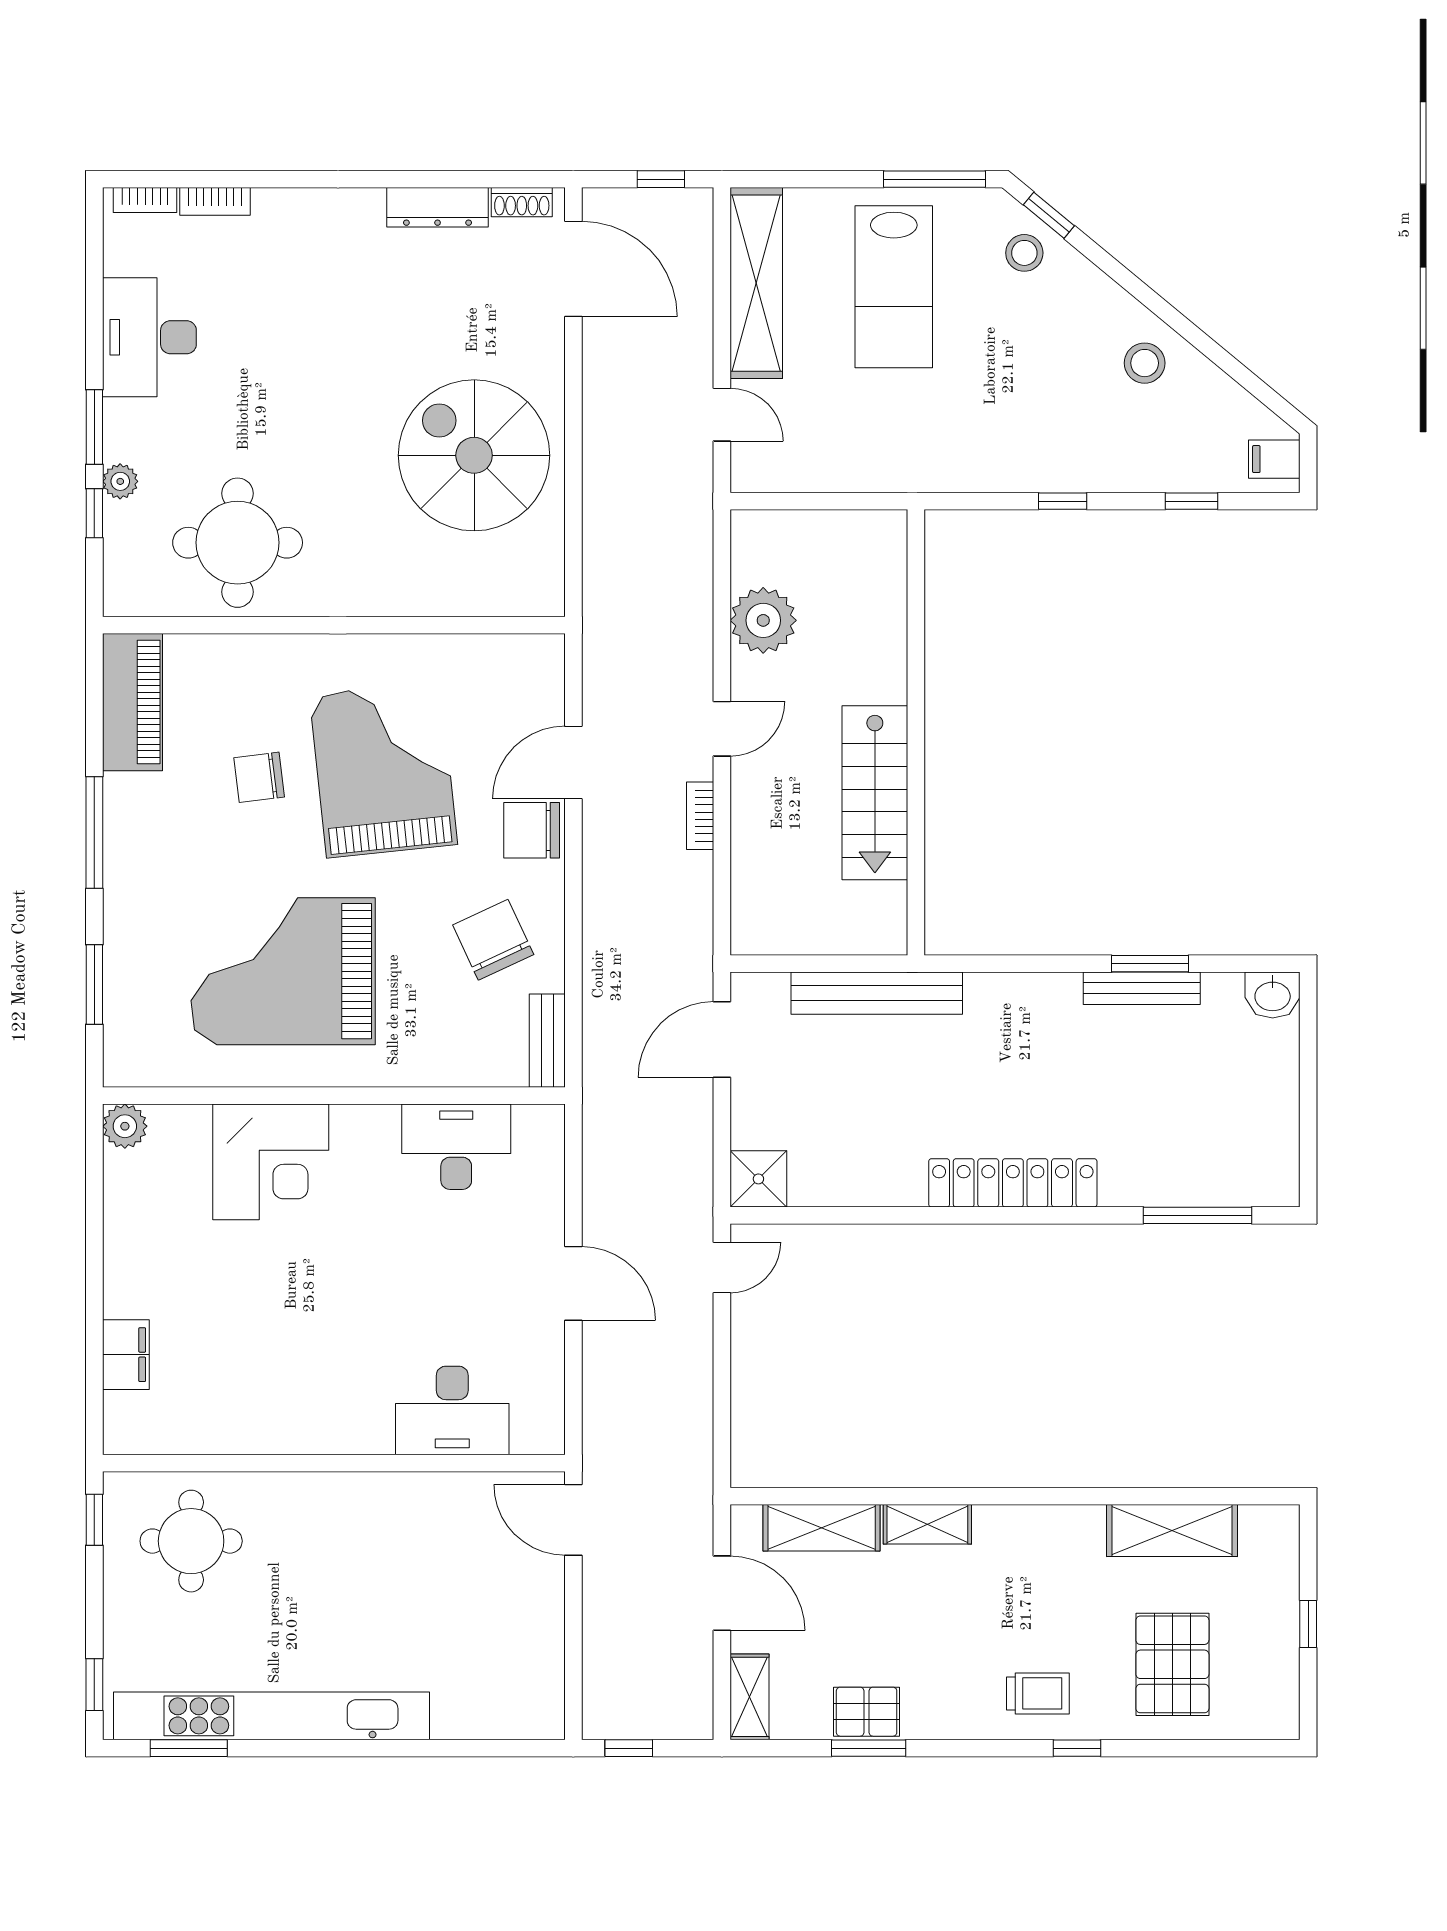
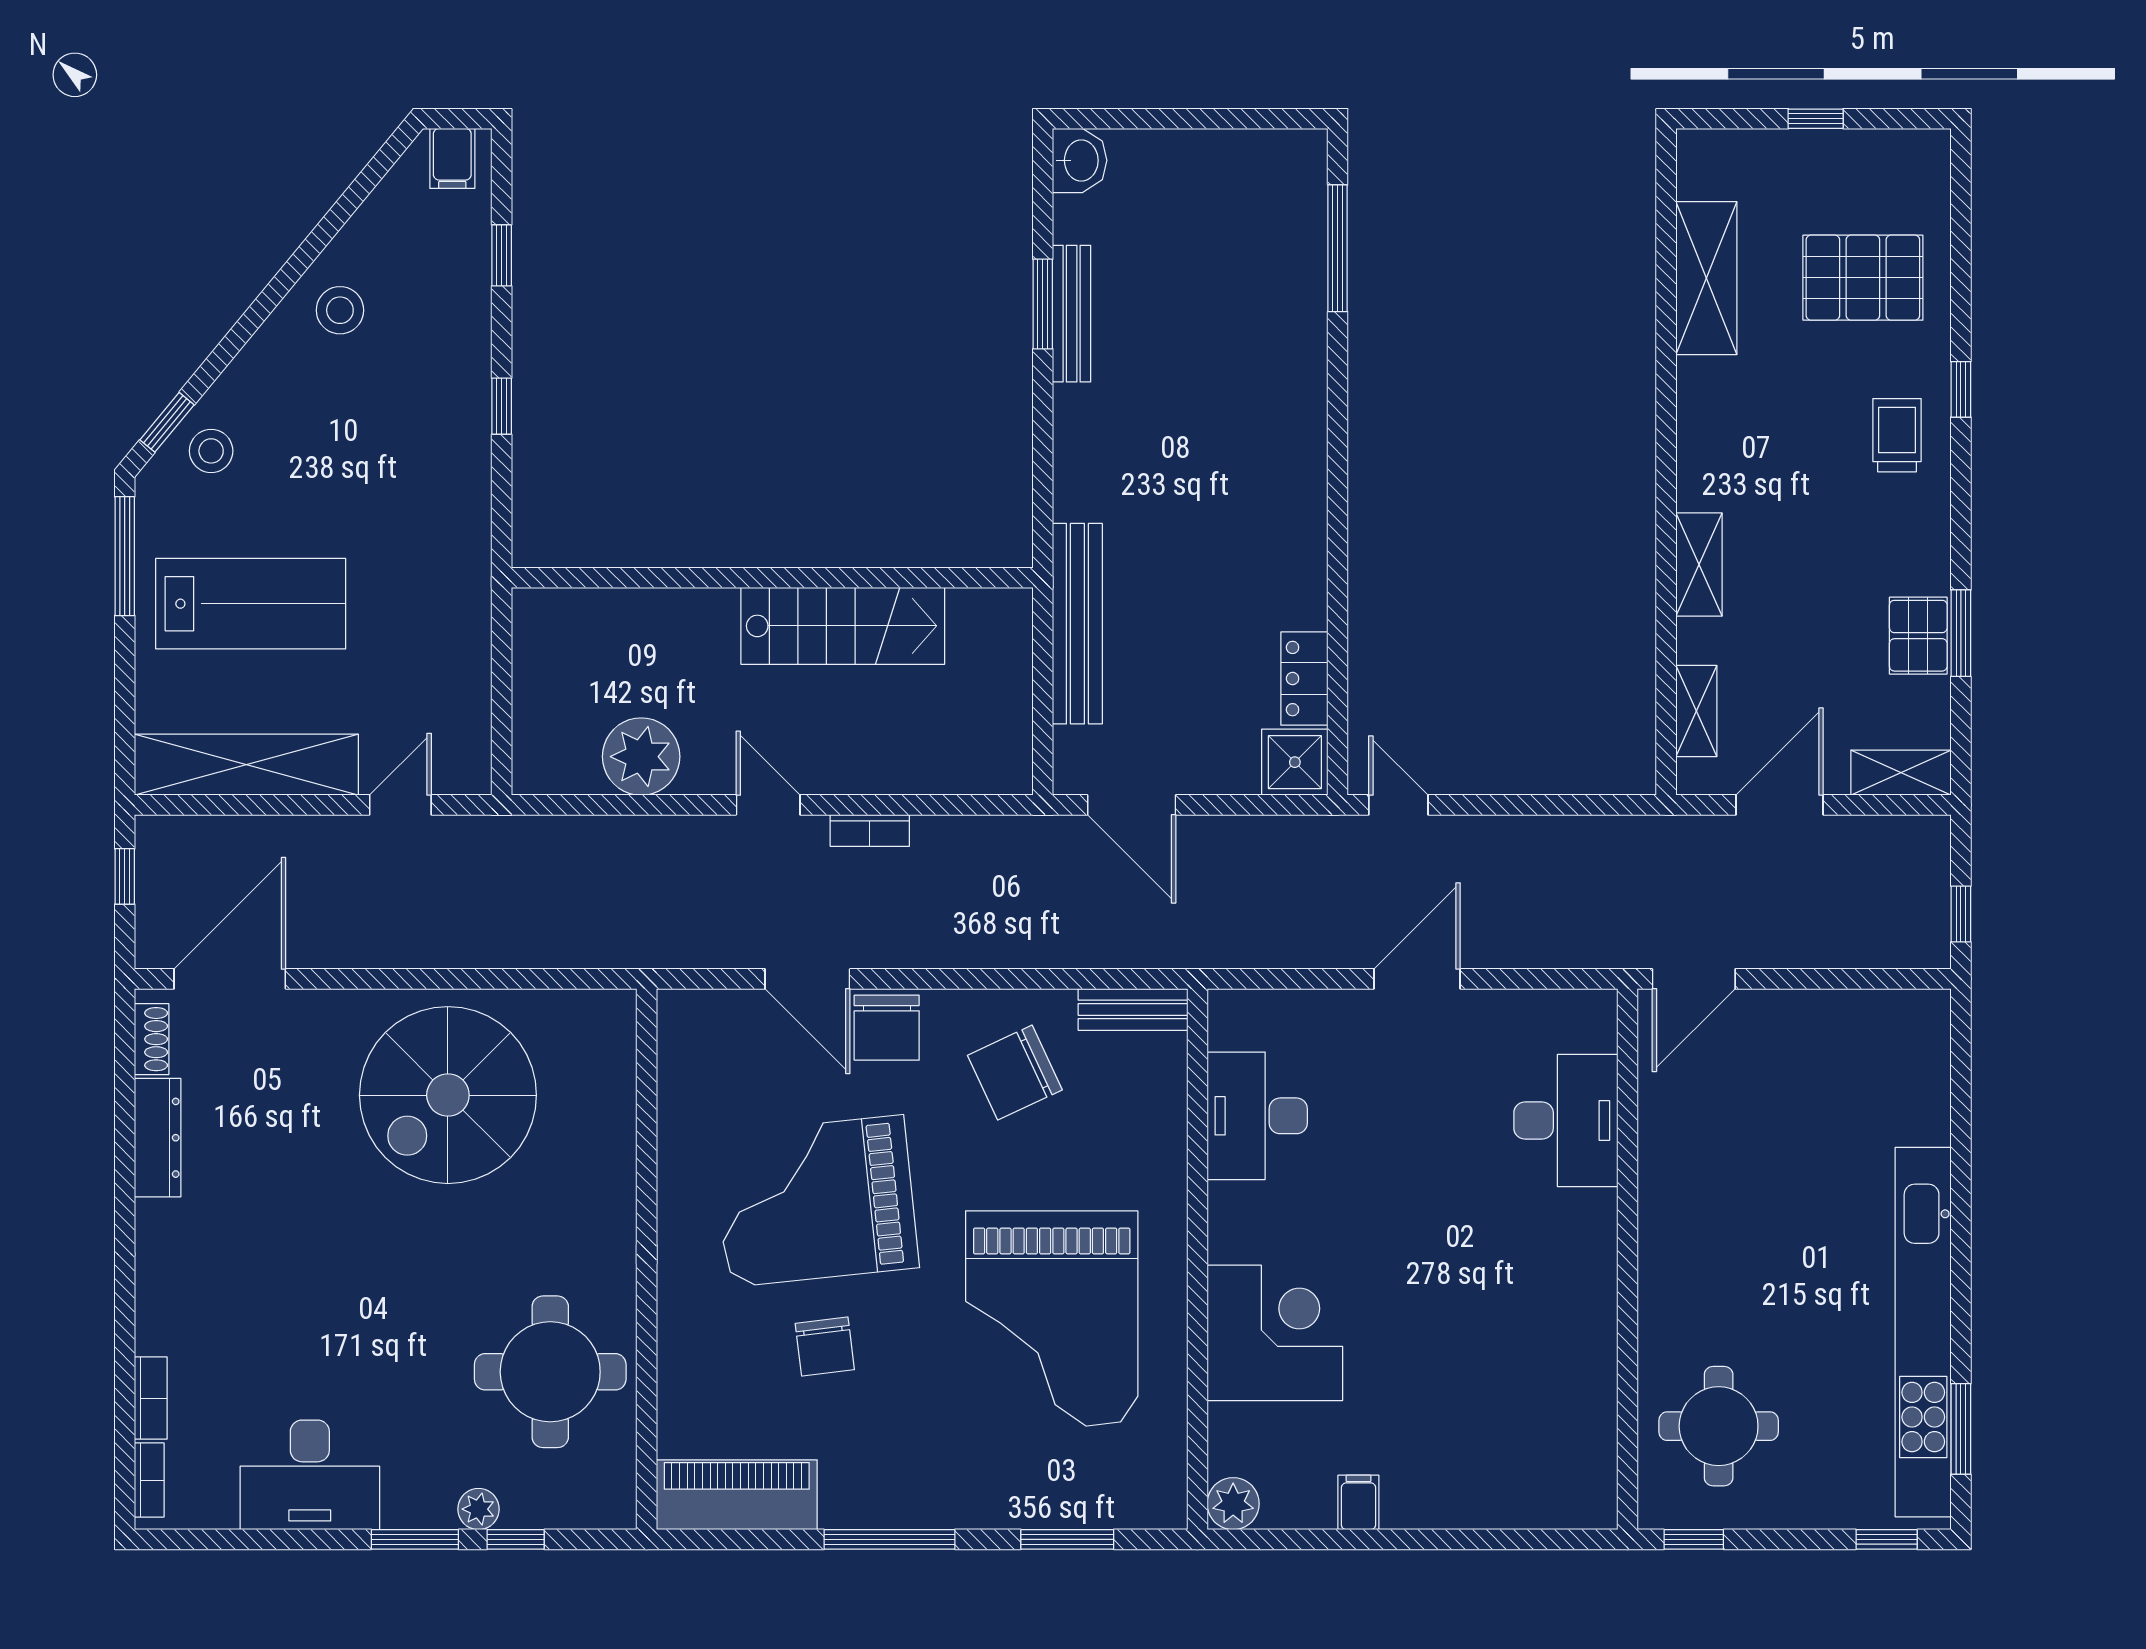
locker: (1013, 1183) -> (1304, 679), moved, width x0.46, depth x0.83
filing cabinet: (126, 1355) -> (1358, 1502), moved, width x0.50
shelving: (822, 1528) -> (1696, 711), width x0.67, depth x0.75

